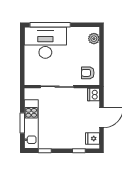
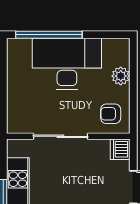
plant: (94, 39) -> (121, 76), moved
desk: (45, 43) -> (67, 64), moved

